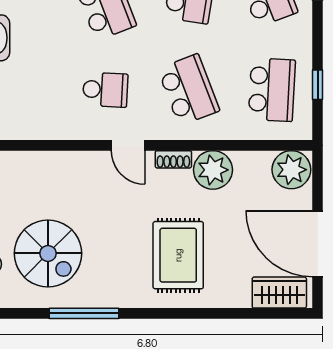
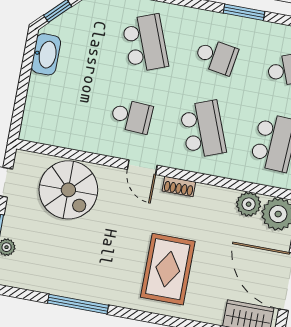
plant: (213, 170) -> (249, 204), moved, width x0.73, depth x0.73
spiral stairs: (48, 253) -> (68, 190), moved

